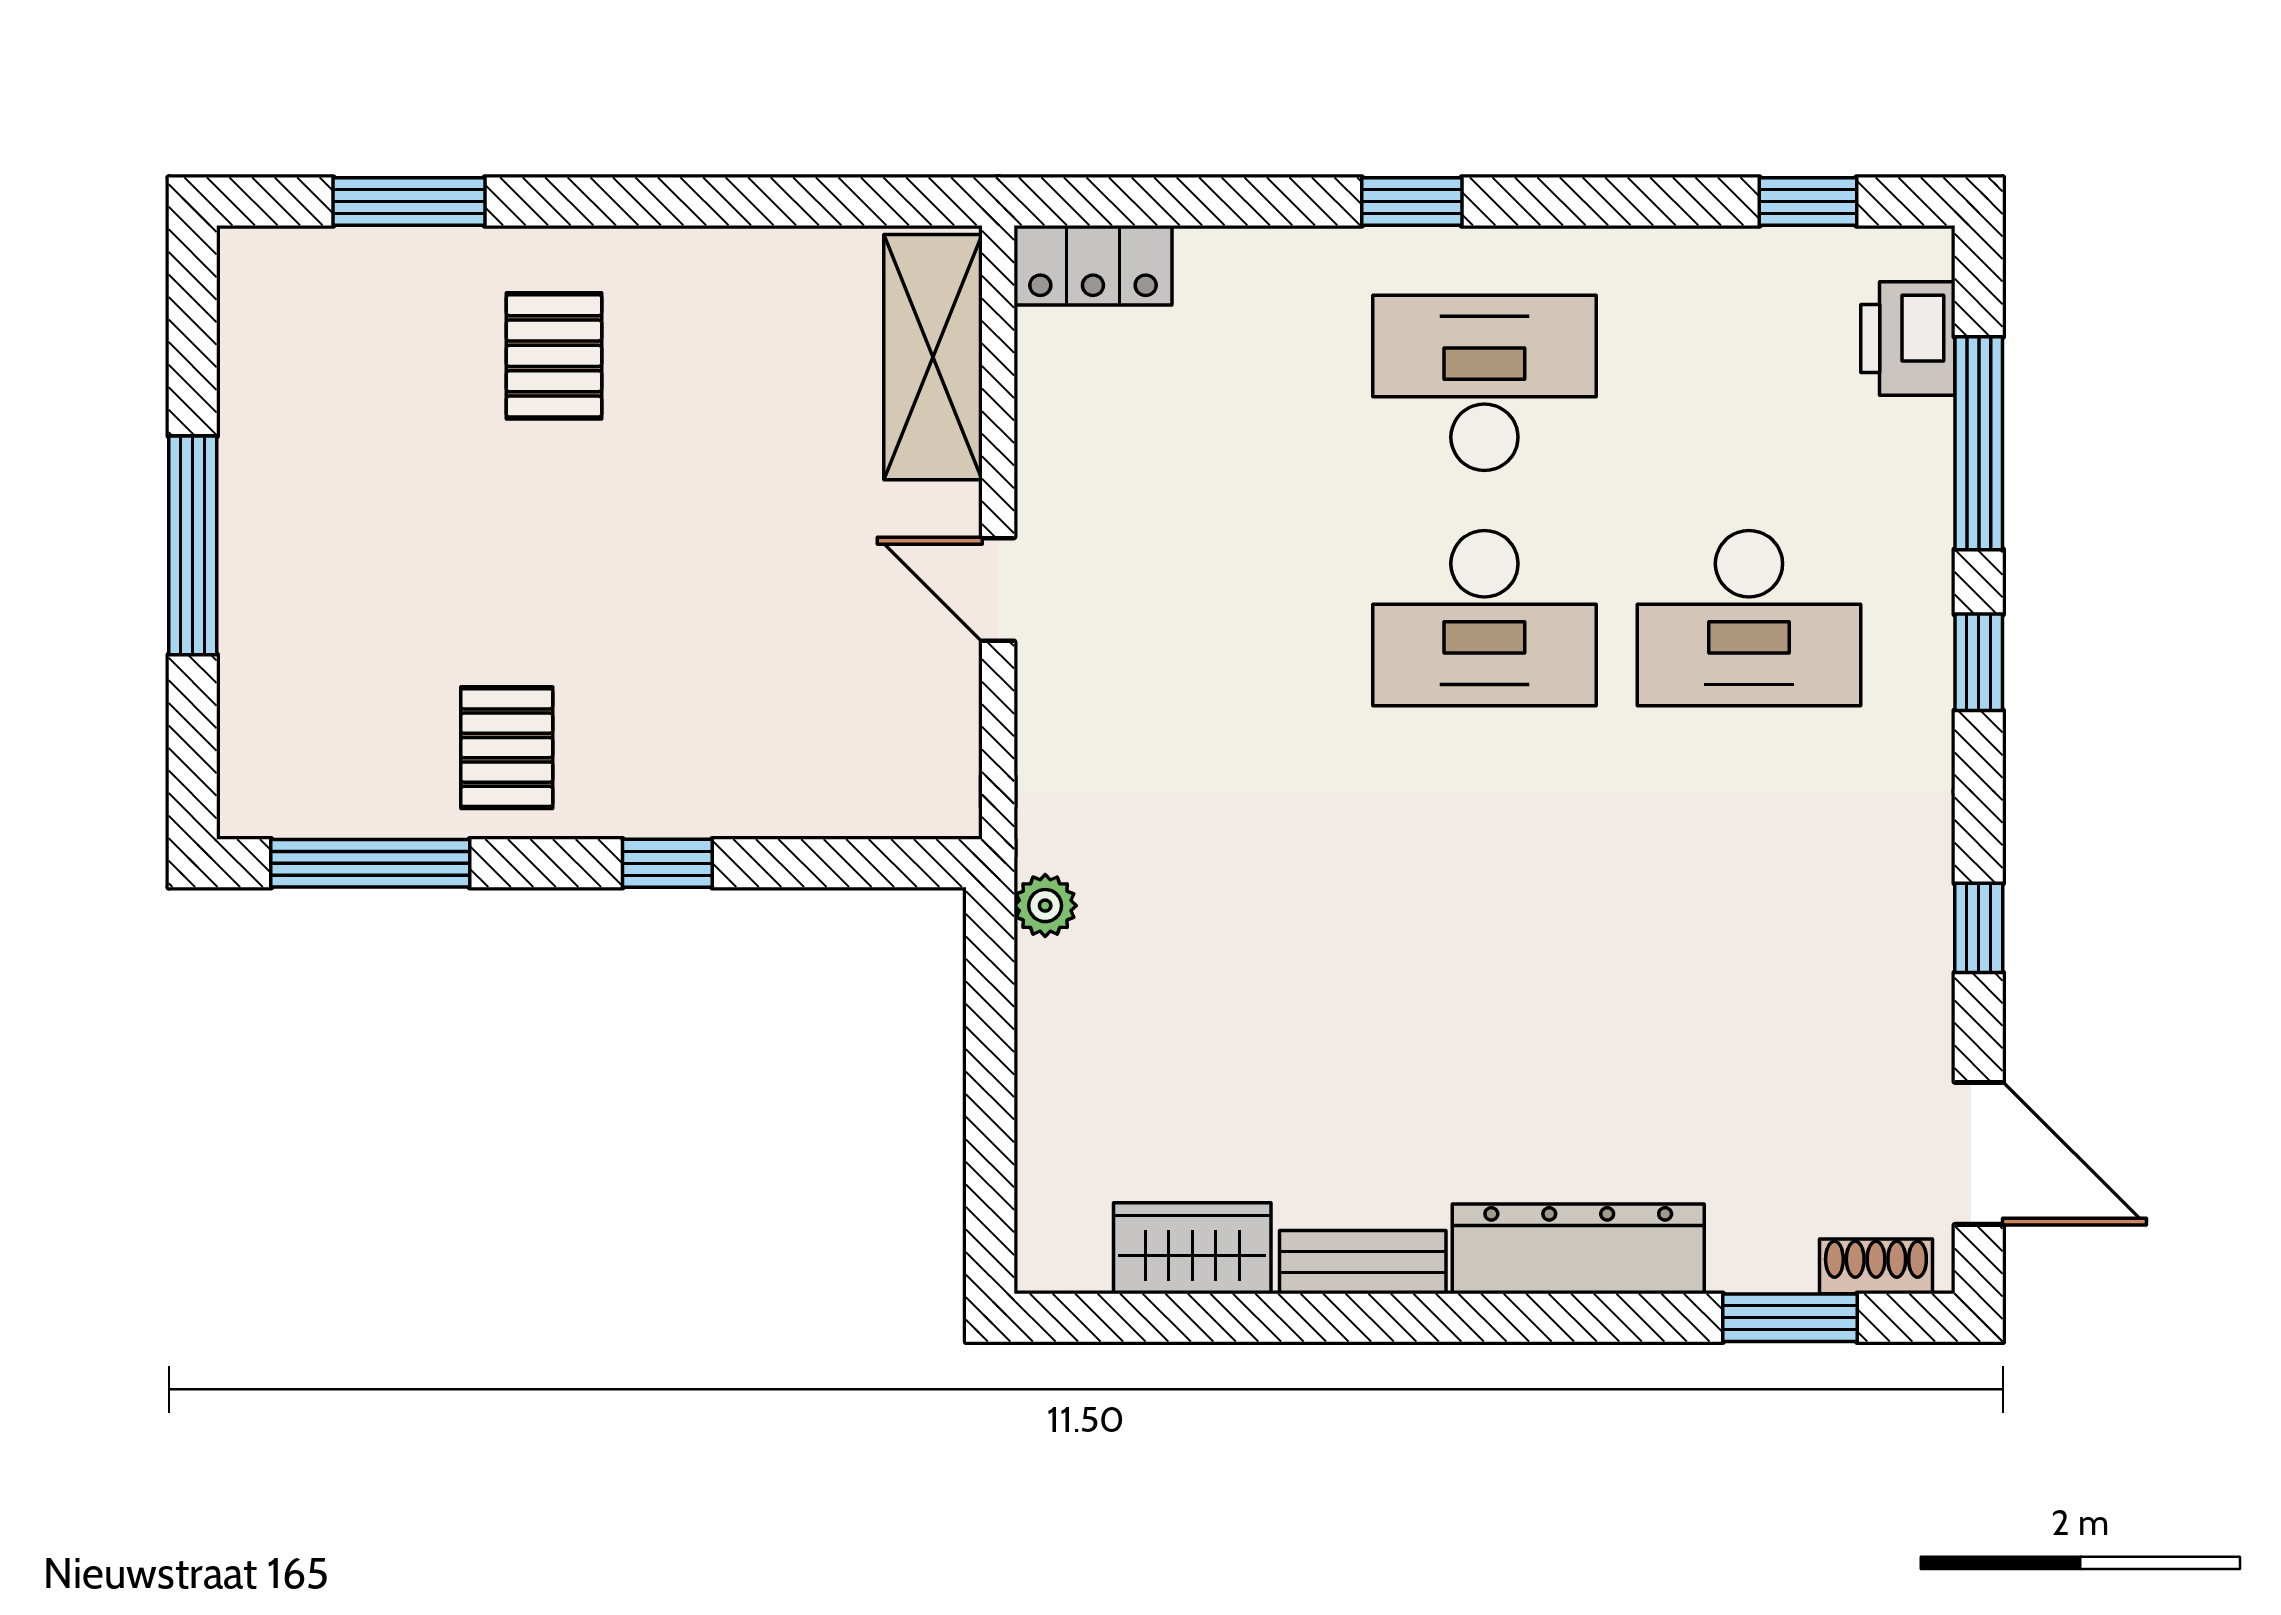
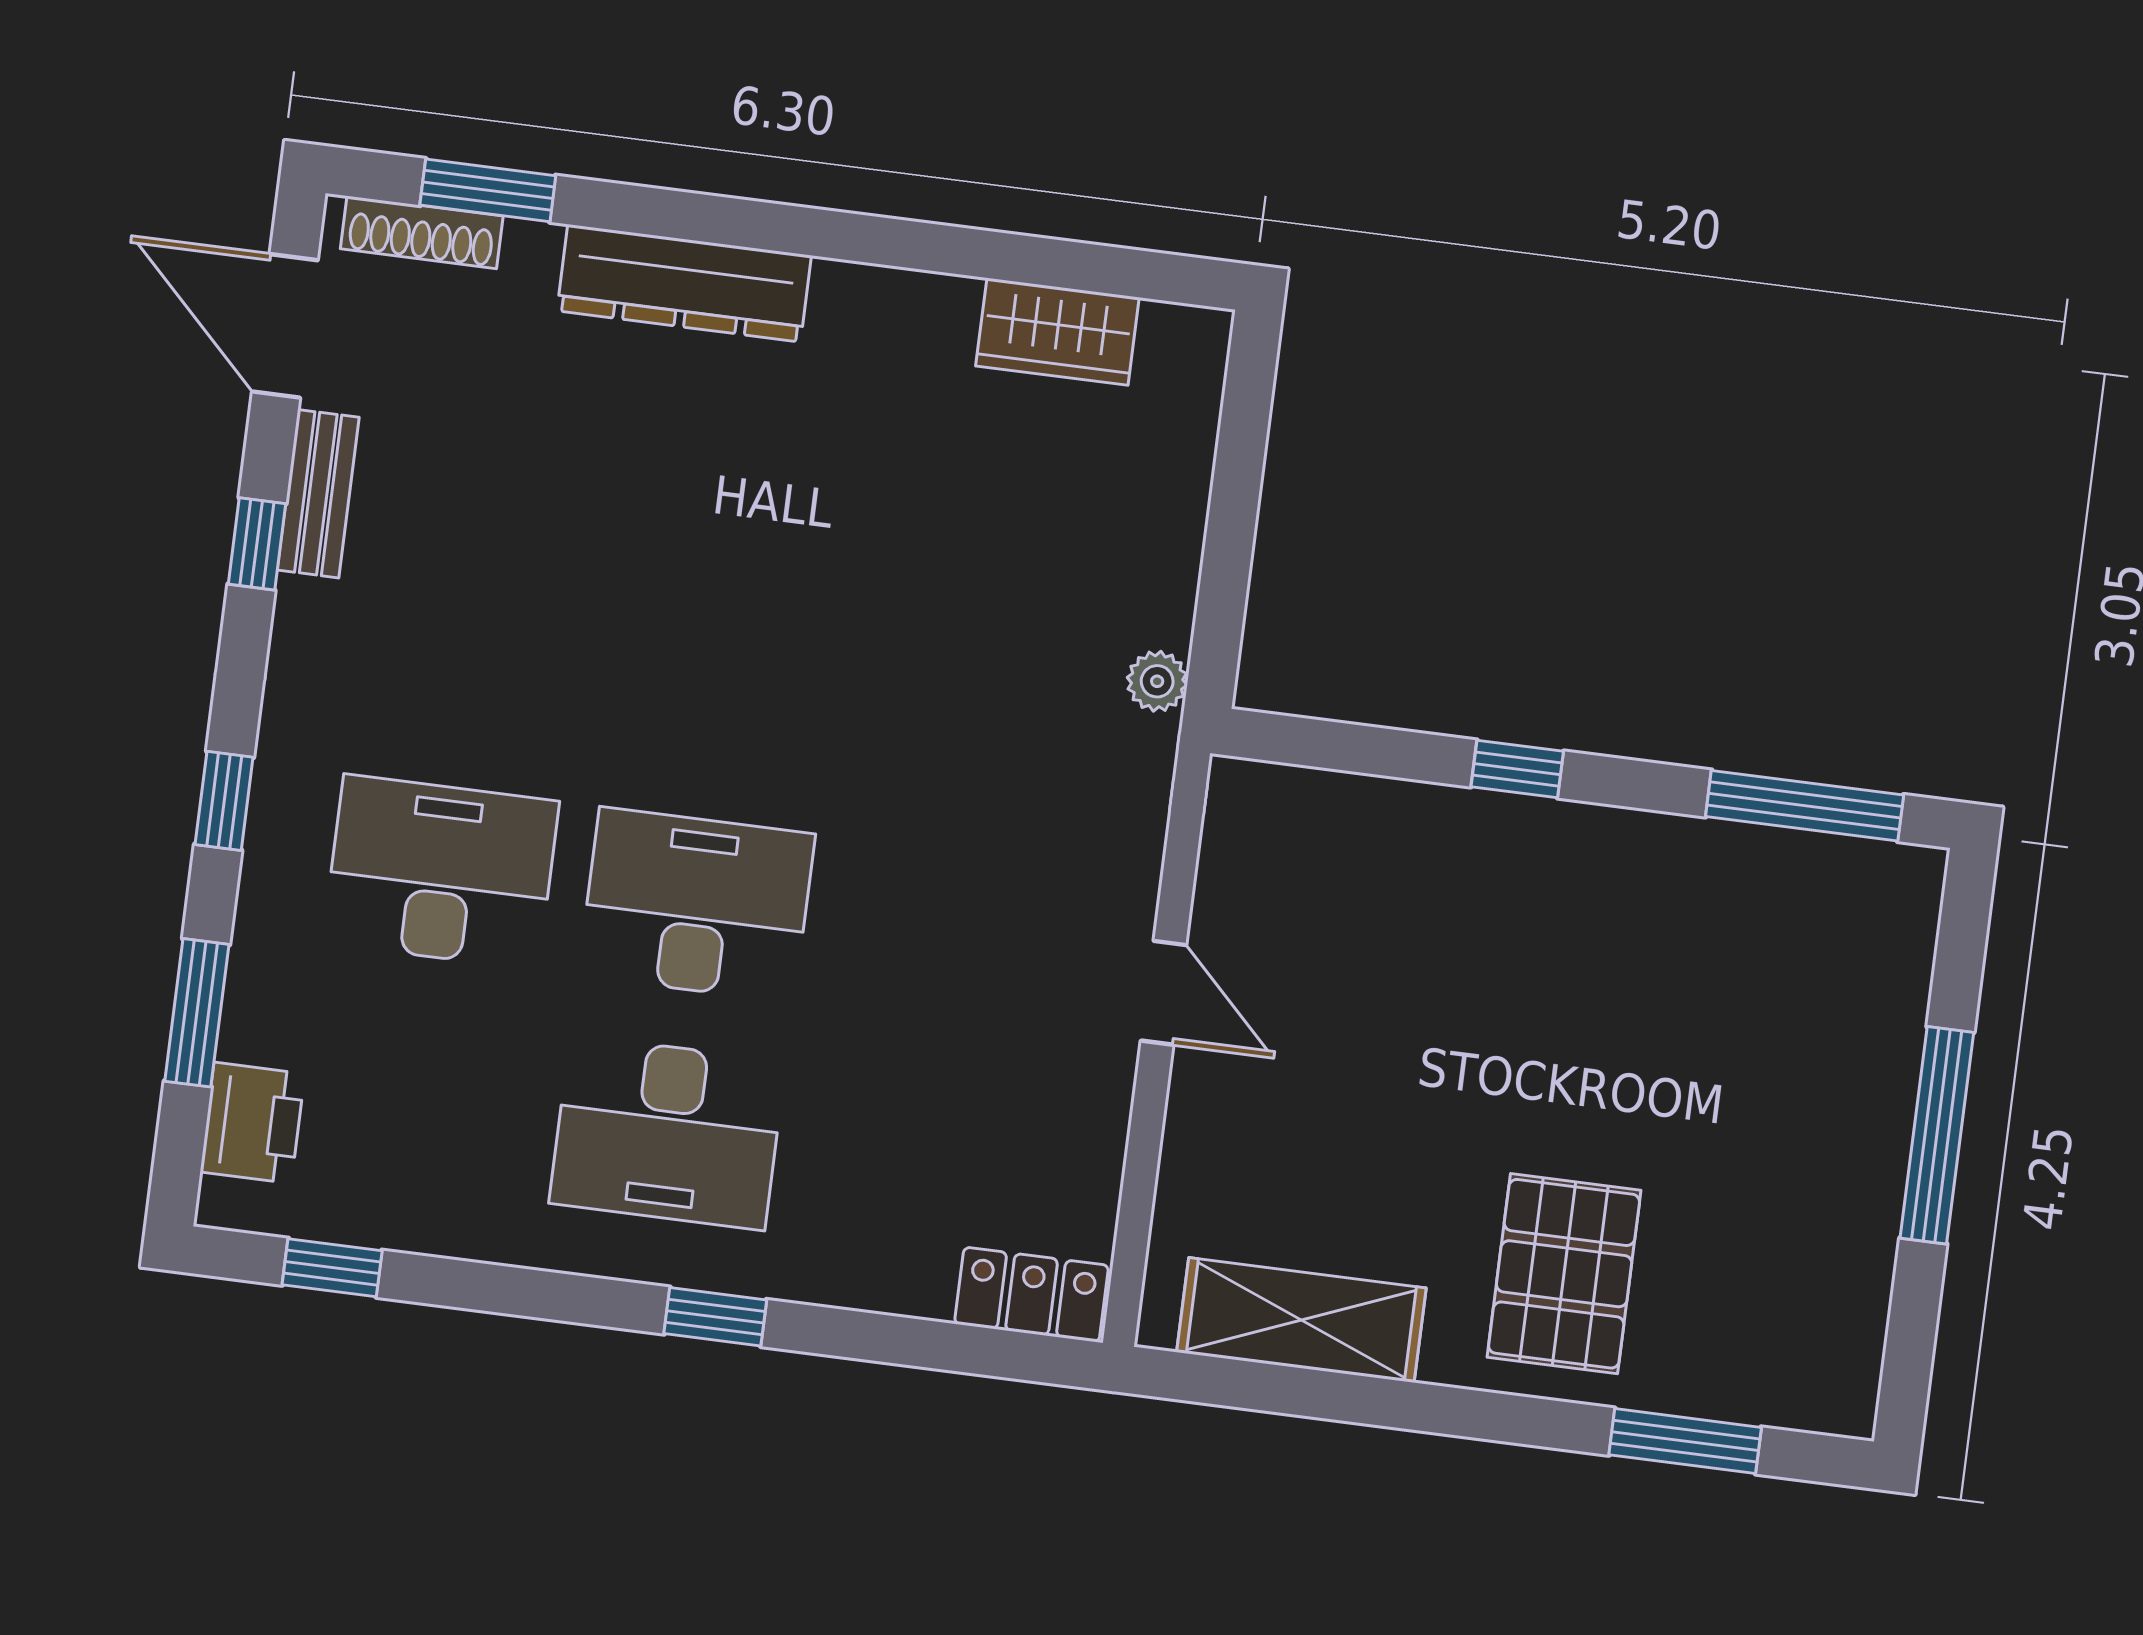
pallet: (554, 356) -> (1564, 1274), width x1.50, depth x1.42
shelving: (933, 357) -> (1301, 1320), moved, turned 90
window: (1979, 443) -> (197, 1013), width x0.69
pallet: (507, 748) -> (1658, 901), removed
bench: (1363, 1262) -> (318, 494), moved, turned 90
shoe rack: (1876, 1266) -> (422, 232), width x1.43

